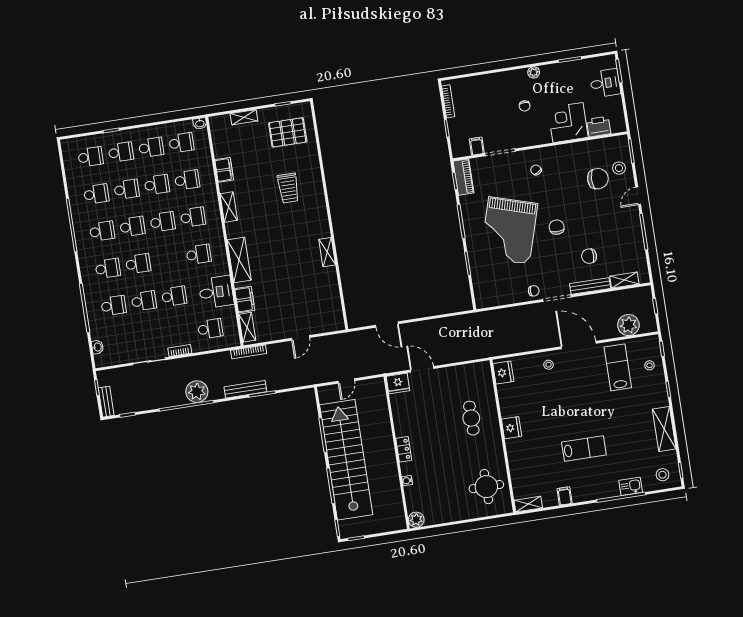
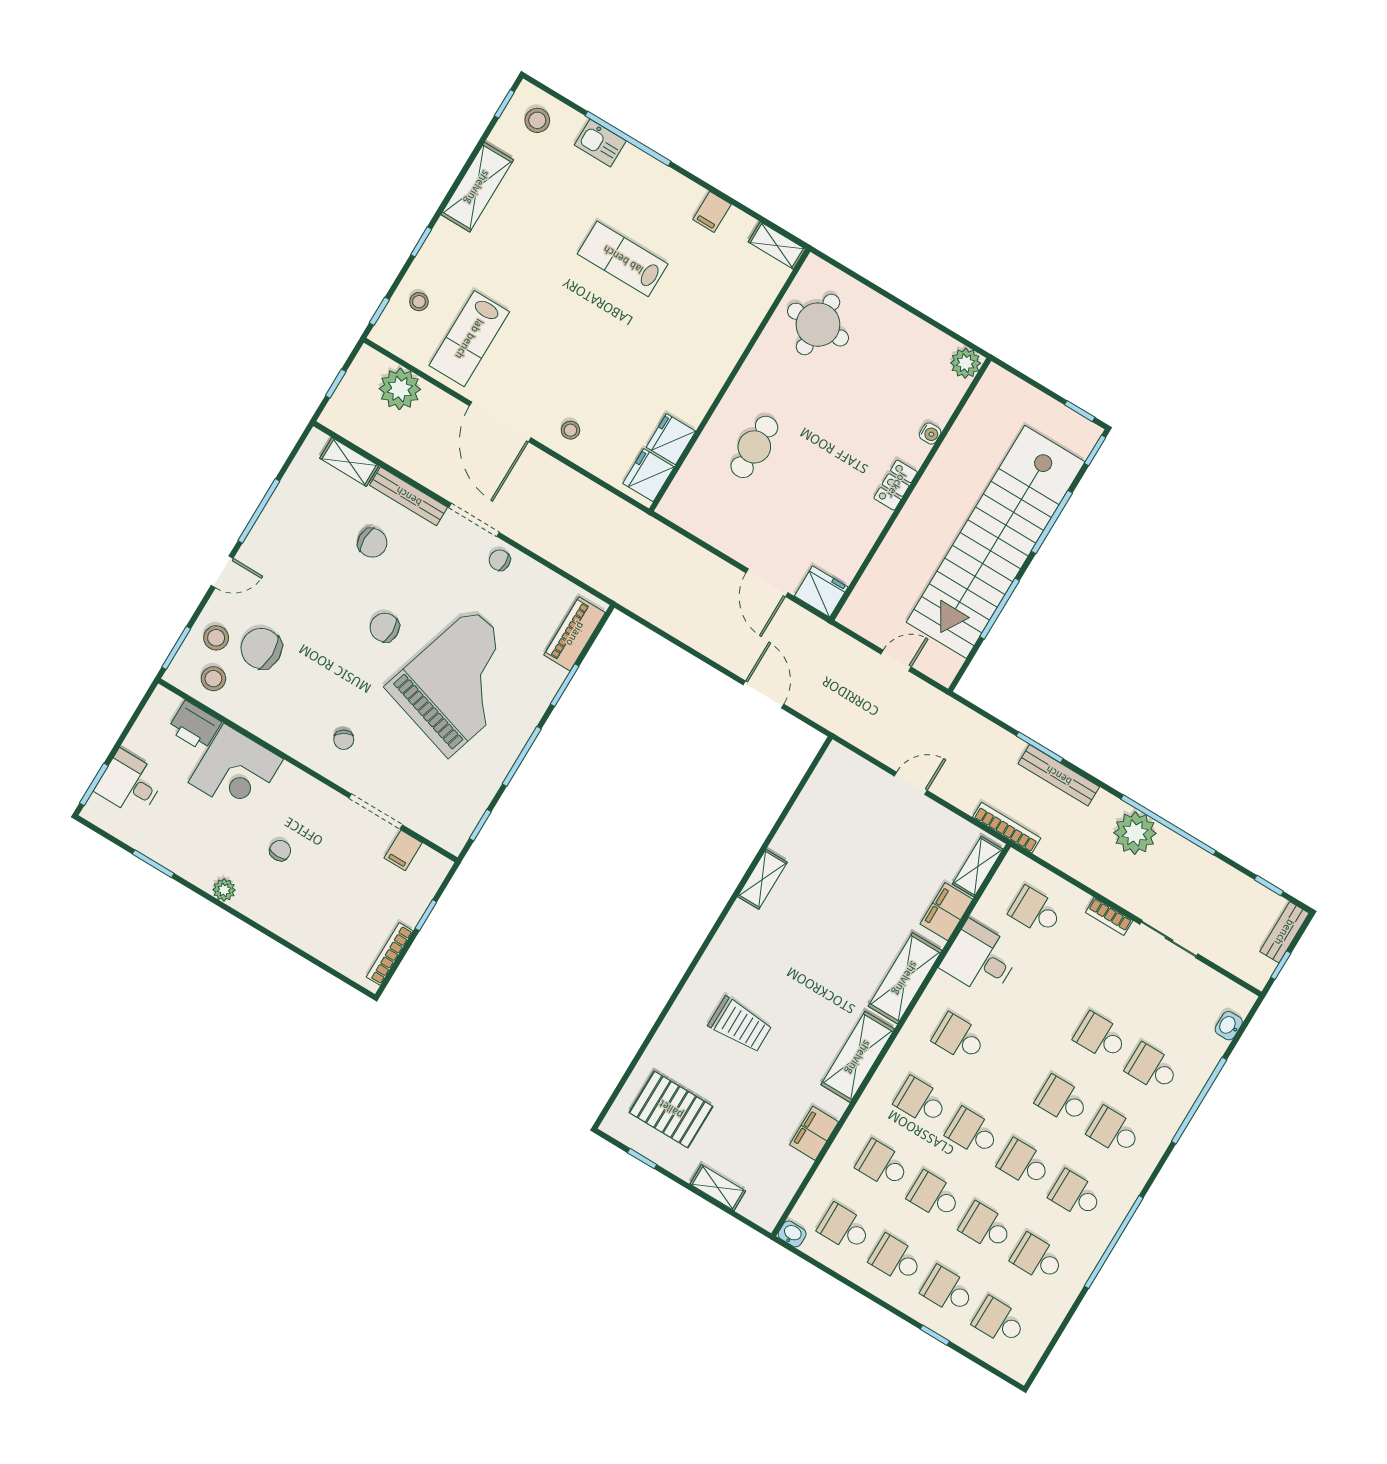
stool: (607, 151) -> (213, 679), added
piano: (464, 177) -> (575, 634), moved
trolley: (288, 188) -> (740, 1025), turned 90
shelving: (229, 207) -> (858, 1057), width x1.50, depth x1.33
chair: (557, 227) -> (385, 627), turned 90
school desk: (174, 296) -> (1049, 1006), removed
fridge: (512, 428) -> (671, 439), moved

